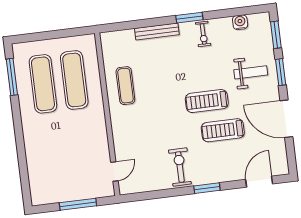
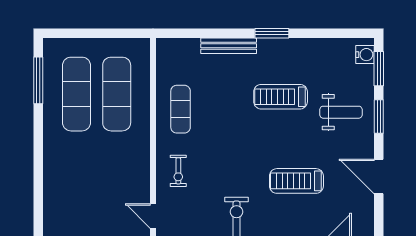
water cooler: (240, 22) -> (365, 55), moved, turned 90
exercise bike: (203, 34) -> (178, 171), moved
treadmill: (207, 101) -> (281, 97), moved
door: (286, 119) -> (379, 176), width x0.73
door: (114, 171) -> (153, 216), swing flipped

